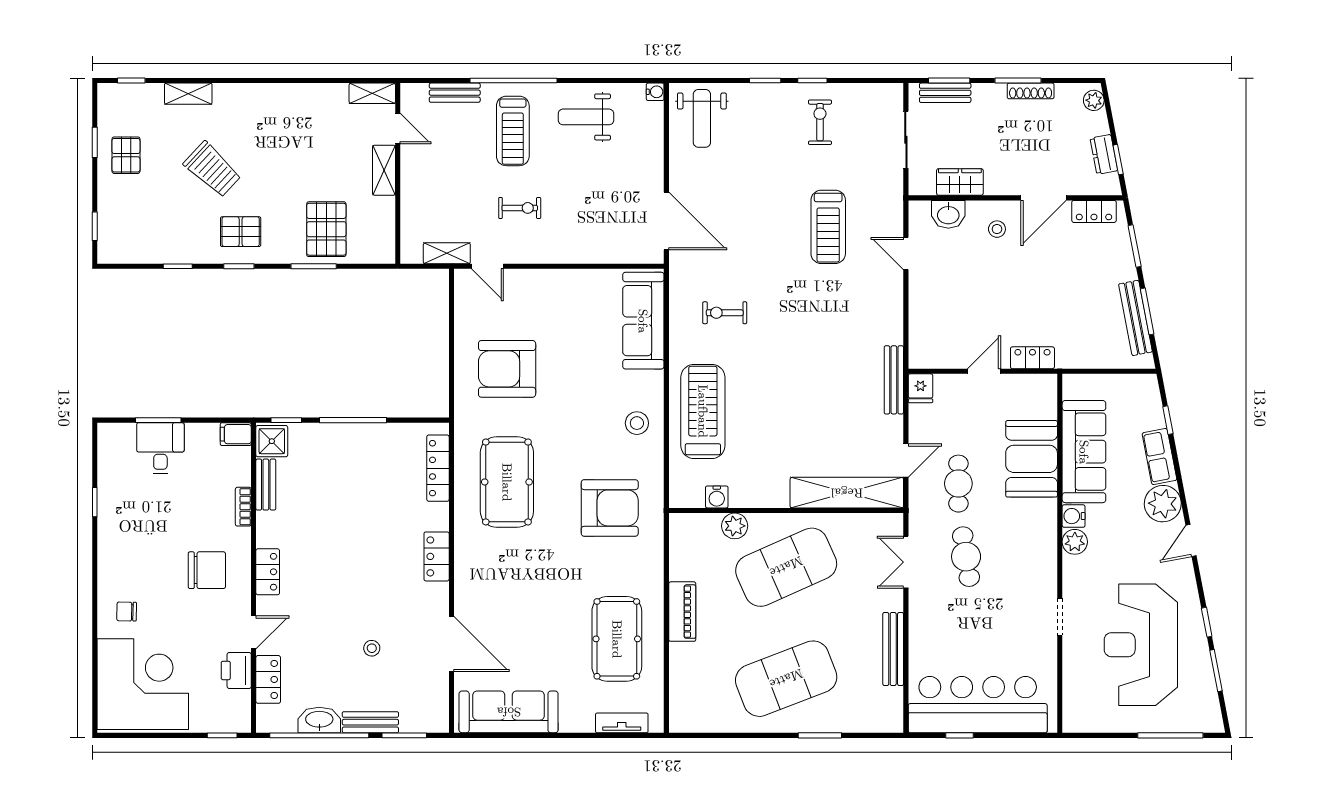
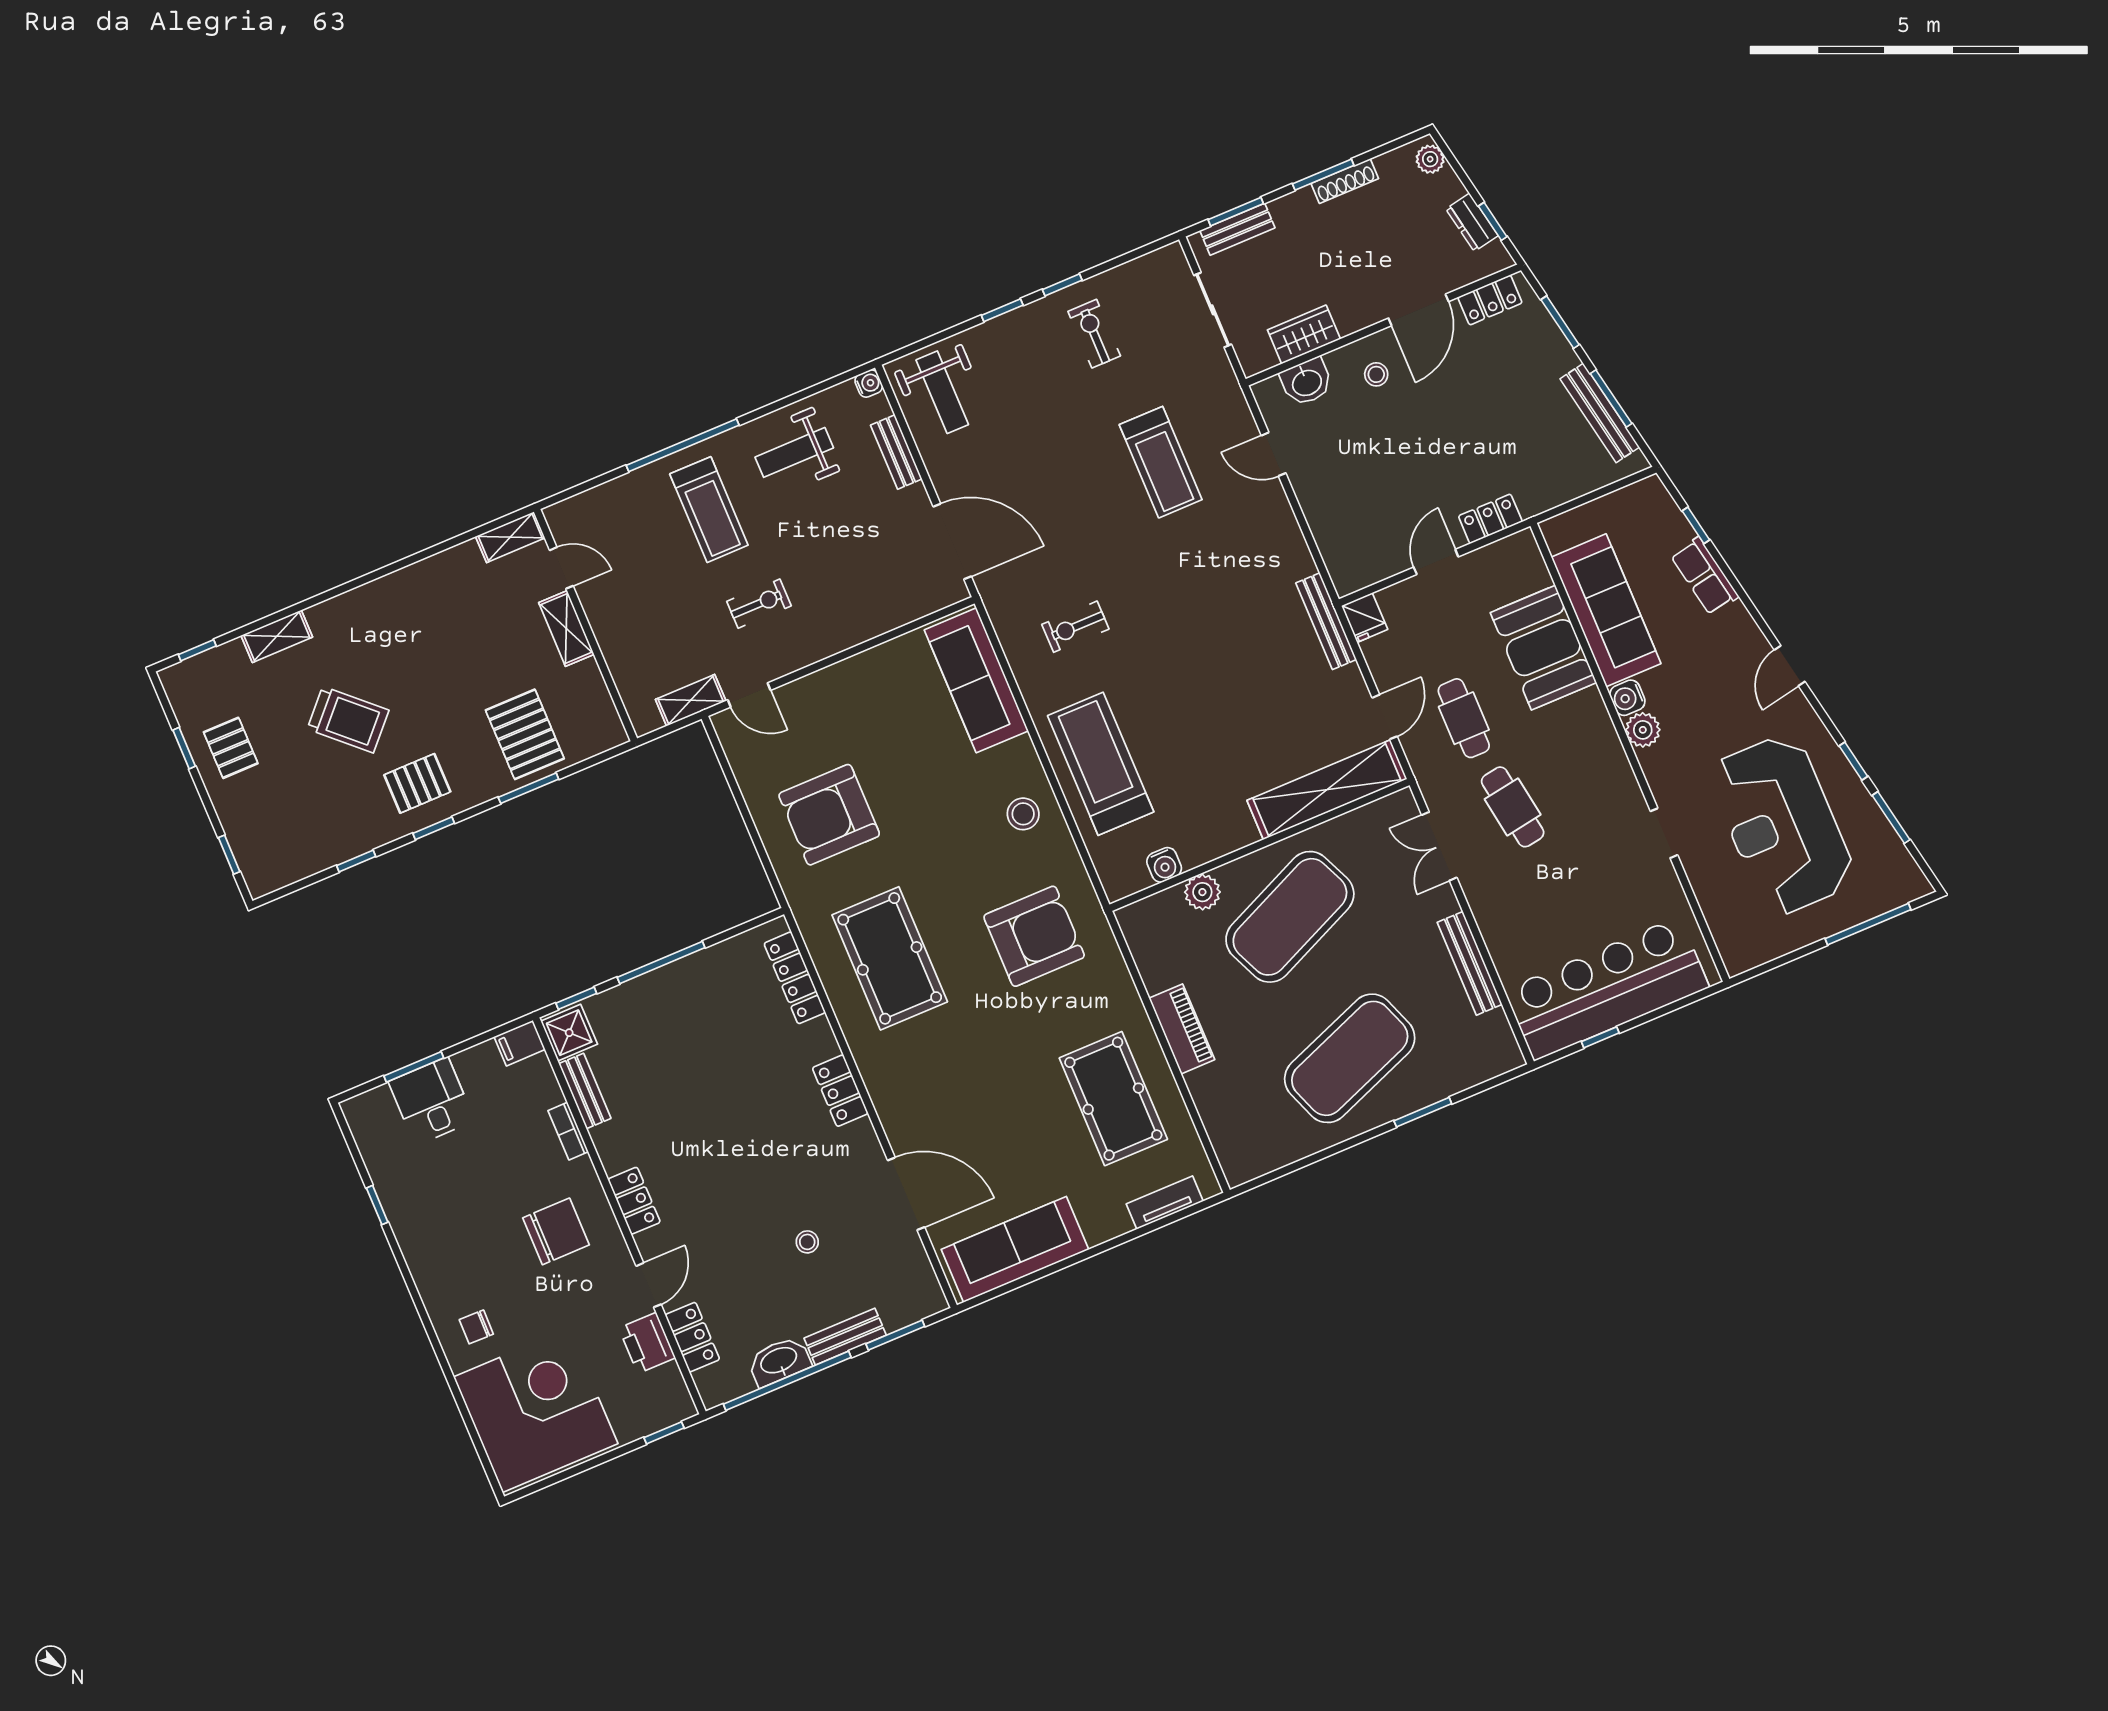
bench: (455, 93) -> (896, 452), moved, turned 90
plant: (1163, 504) -> (1734, 634), removed

